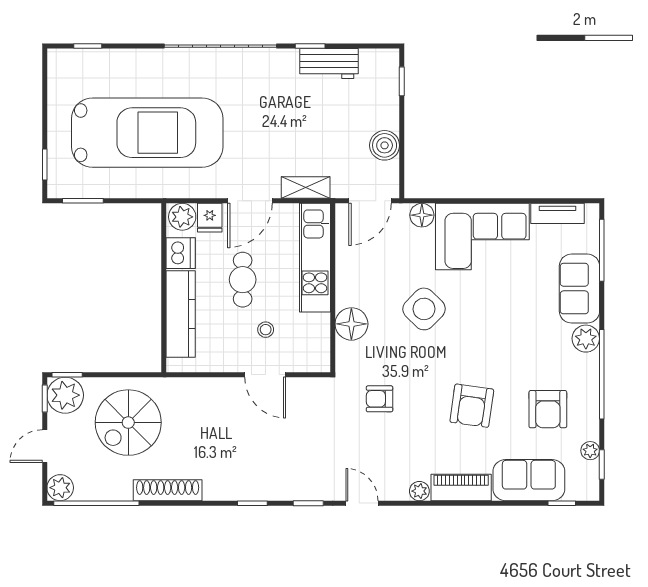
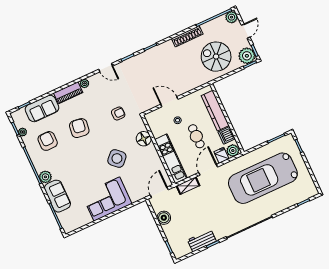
tv unit: (558, 213) -> (81, 223), removed
floor lamp: (422, 215) -> (135, 196), removed
spiral stairs: (128, 423) -> (216, 57), turned -90

